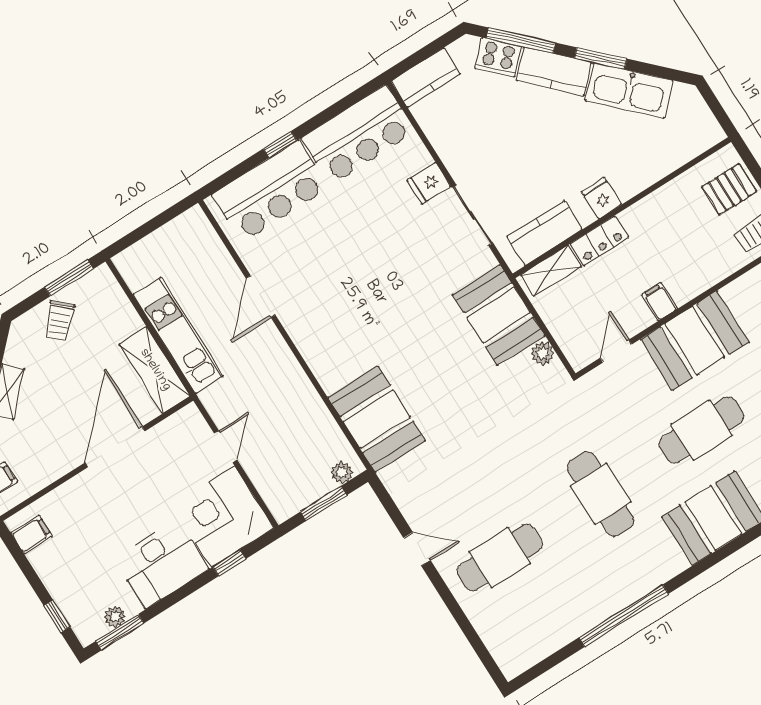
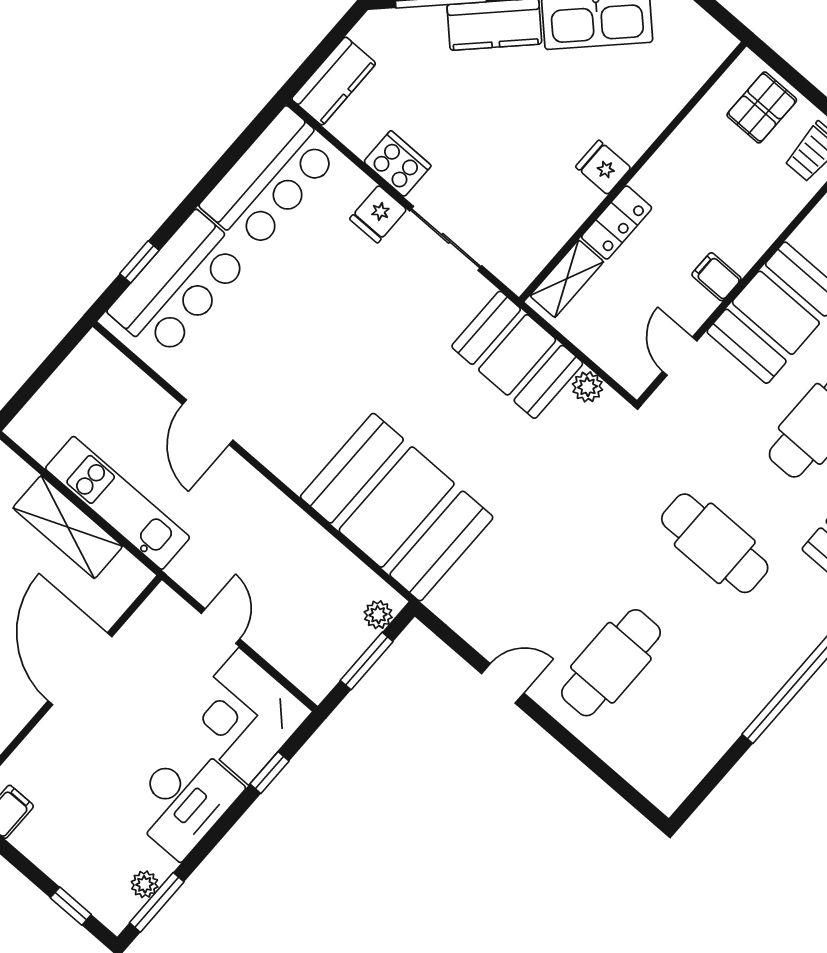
cooker: (498, 57) -> (397, 164), moved, turned -135
window: (280, 145) -> (139, 262), moved
kitchen counter: (545, 233) -> (544, 233), removed
shelving: (155, 370) -> (68, 527), moved
booth: (377, 419) -> (397, 507), width x1.36, depth x1.42

